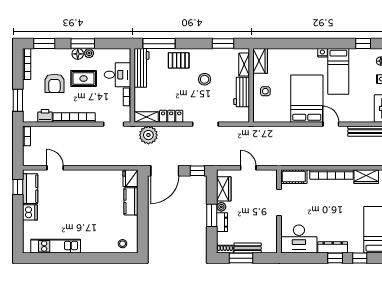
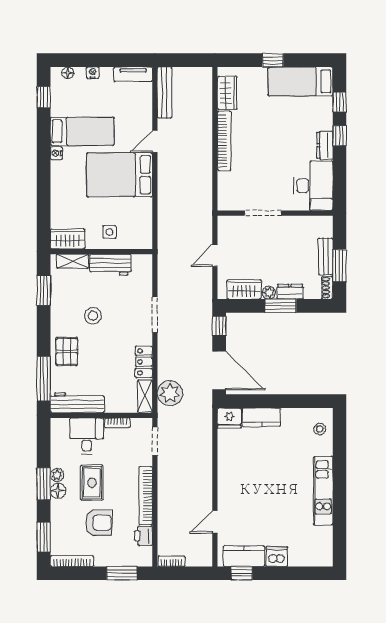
cot: (294, 177) -> (227, 193), removed
kitchen unit: (56, 246) -> (323, 491), moved
dresser: (333, 247) -> (325, 145), width x0.70

